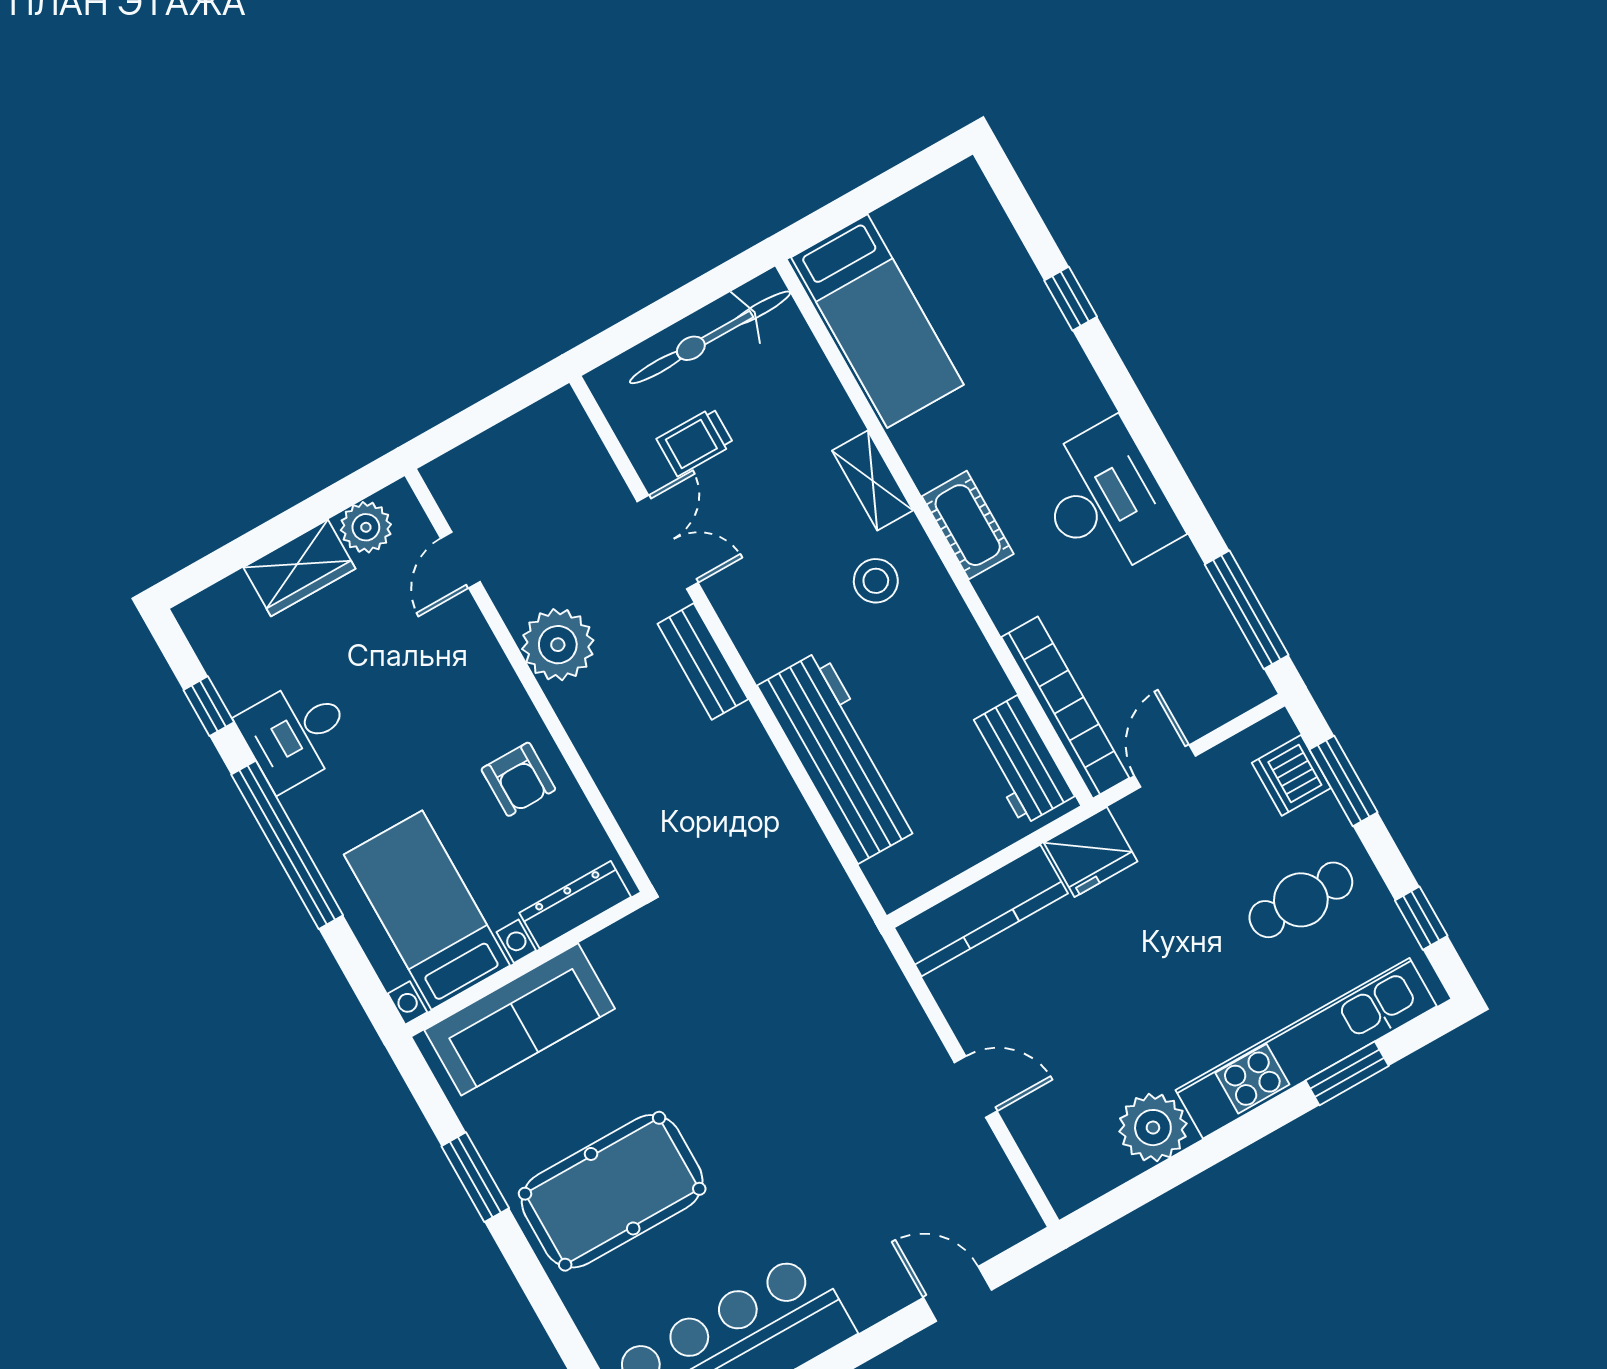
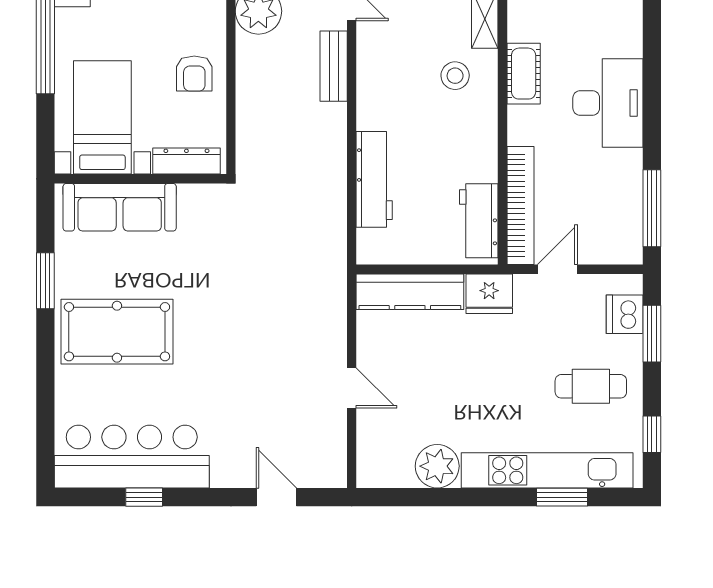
workbench: (840, 757) -> (374, 179), width x0.73, depth x0.76

